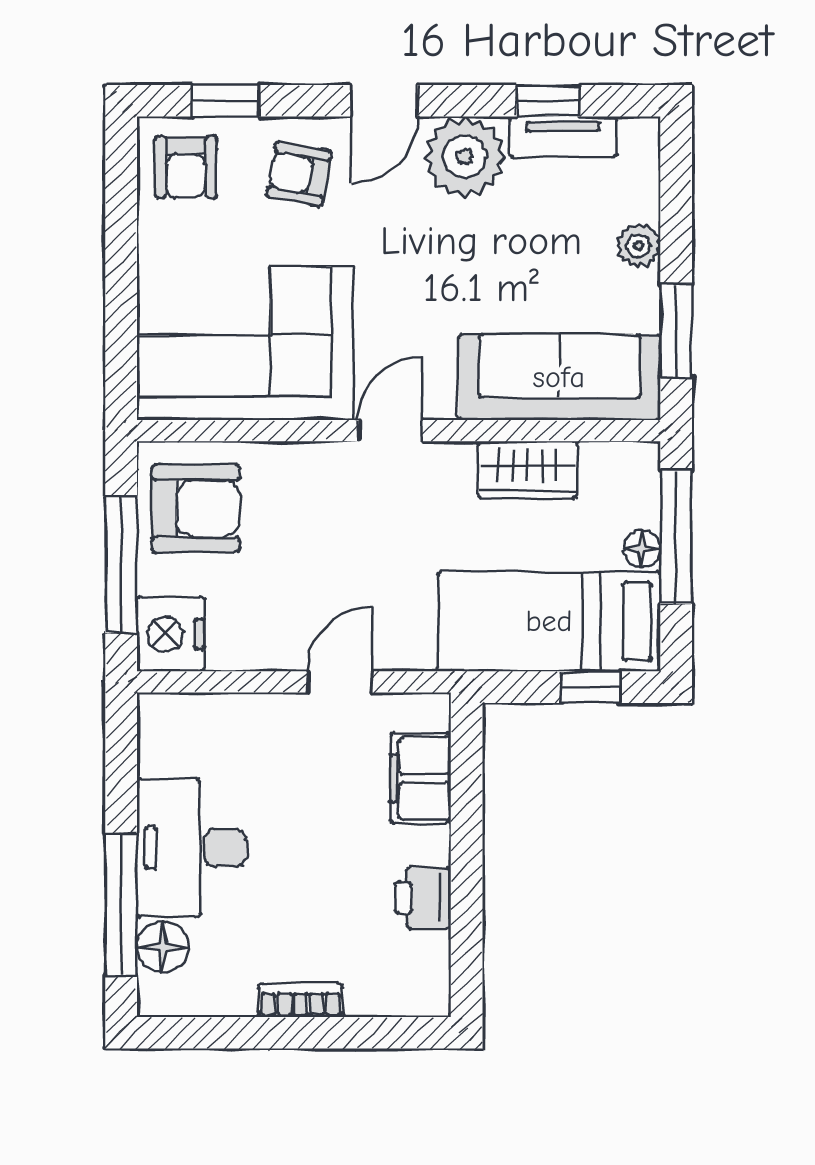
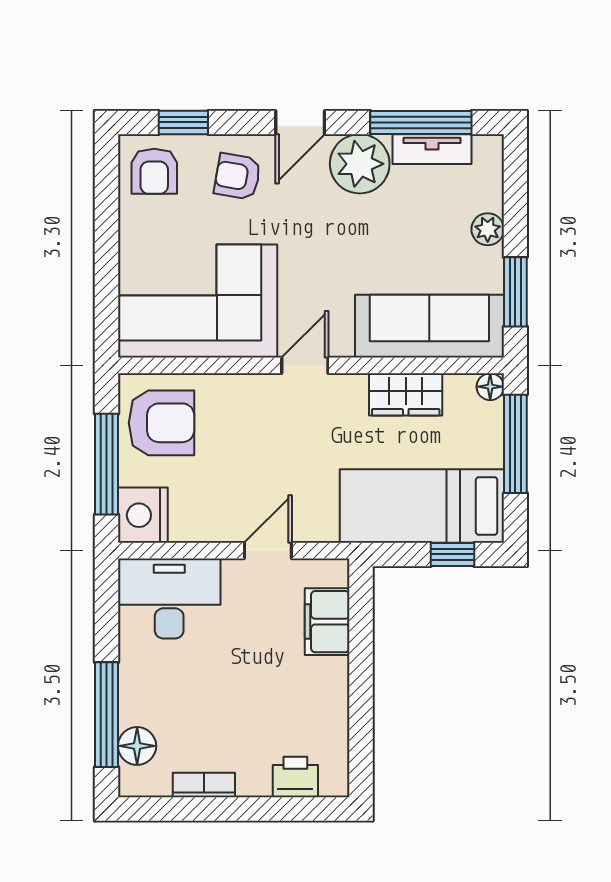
window: (548, 101) -> (421, 122), width x2.17
floor lamp: (642, 549) -> (490, 387), moved
desk: (191, 848) -> (169, 598), moved, turned 90
printer: (423, 898) -> (295, 777), moved, turned 90
bookcase: (301, 1000) -> (204, 785), moved

